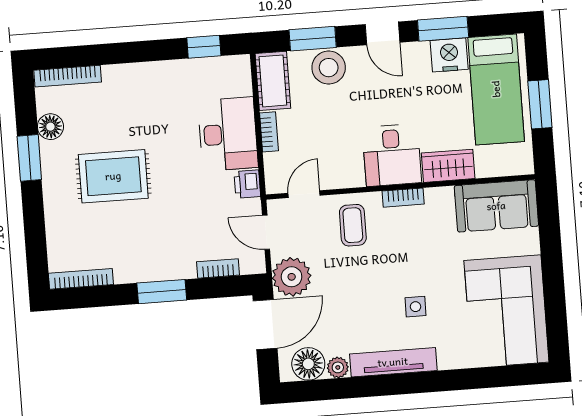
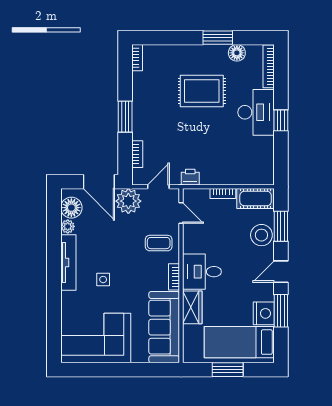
window: (204, 47) -> (281, 120), moved
desk: (228, 134) -> (256, 112), moved, turned -90
rug: (113, 176) -> (202, 91), turned 90
sofa: (496, 206) -> (164, 327), width x1.36
bookcase: (81, 279) -> (137, 58), width x0.64

